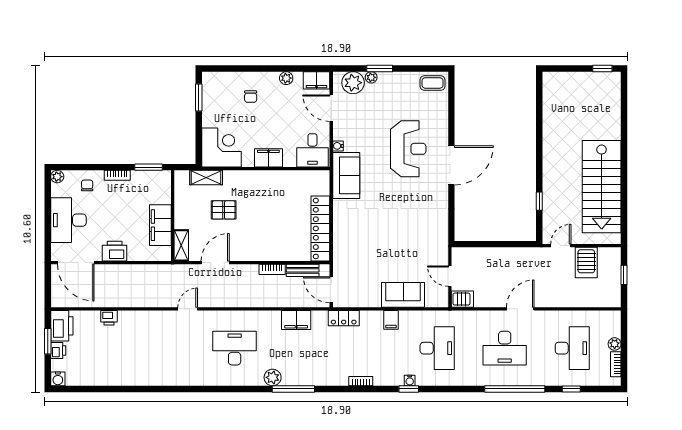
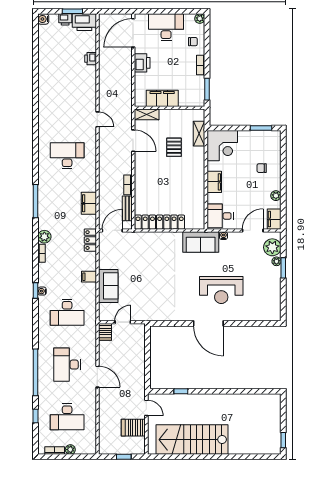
coffee table: (433, 83) -> (272, 309), removed
desk: (235, 348) -> (67, 156), turned -90
plant: (273, 377) -> (44, 237), moved

